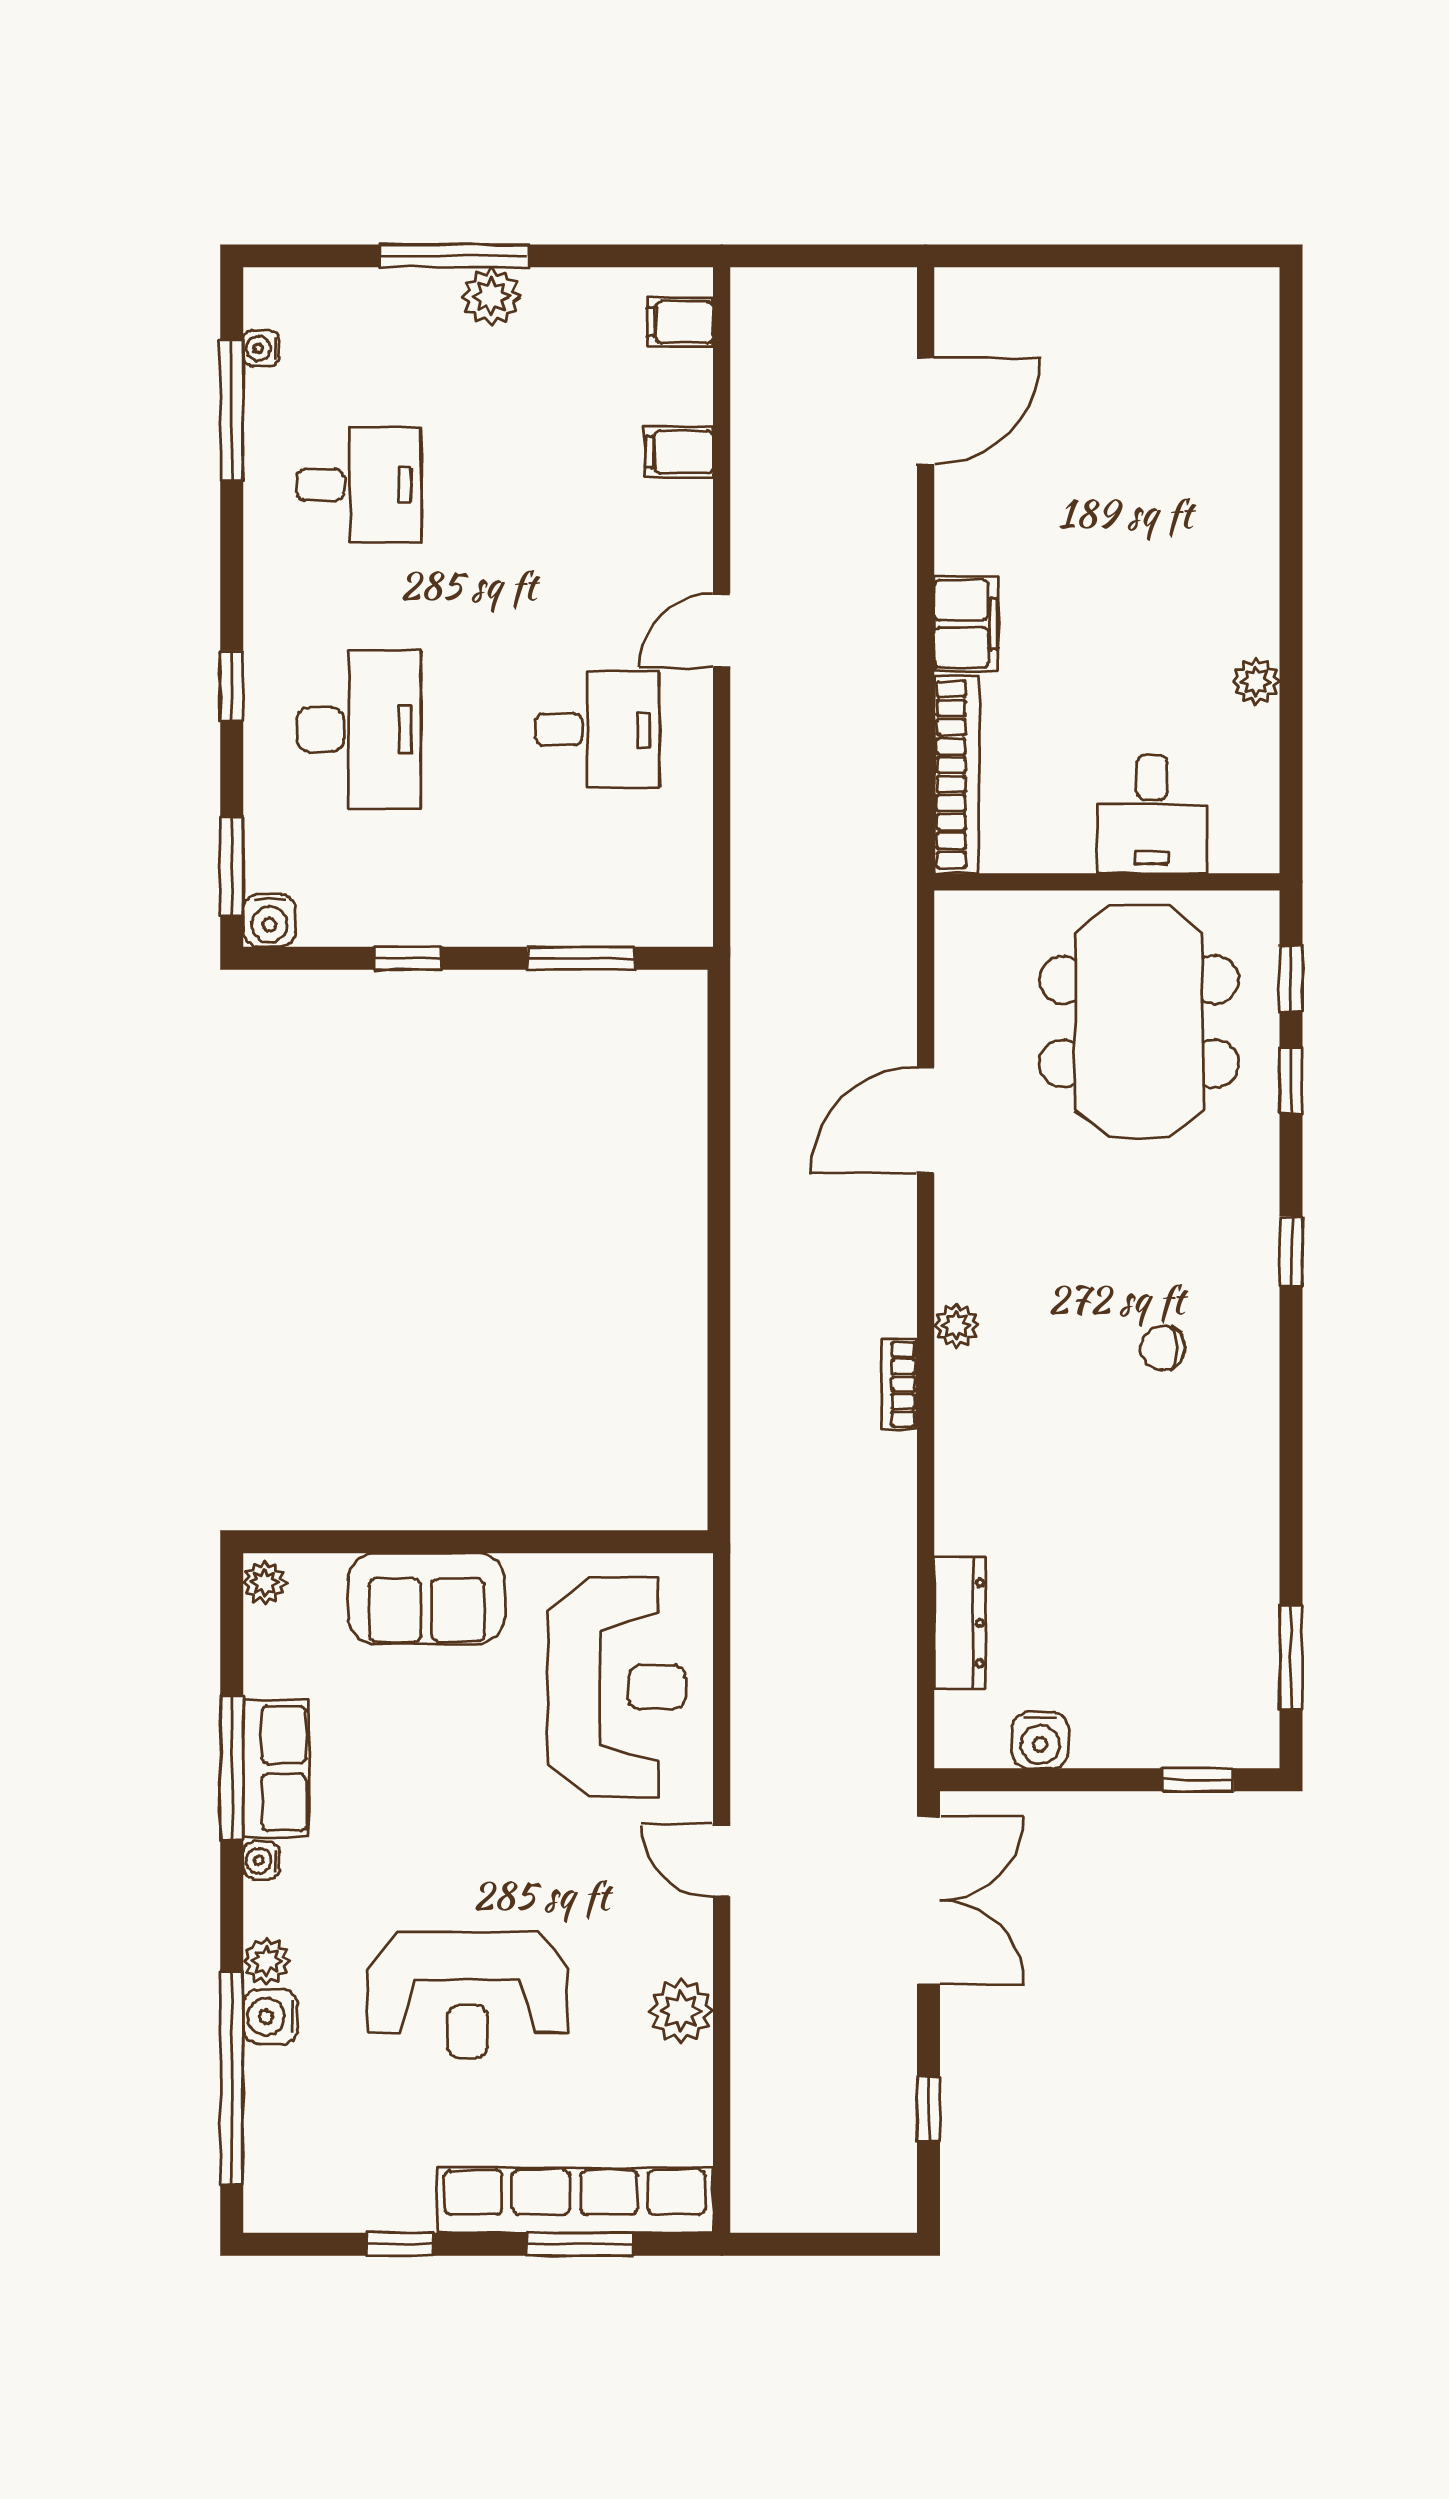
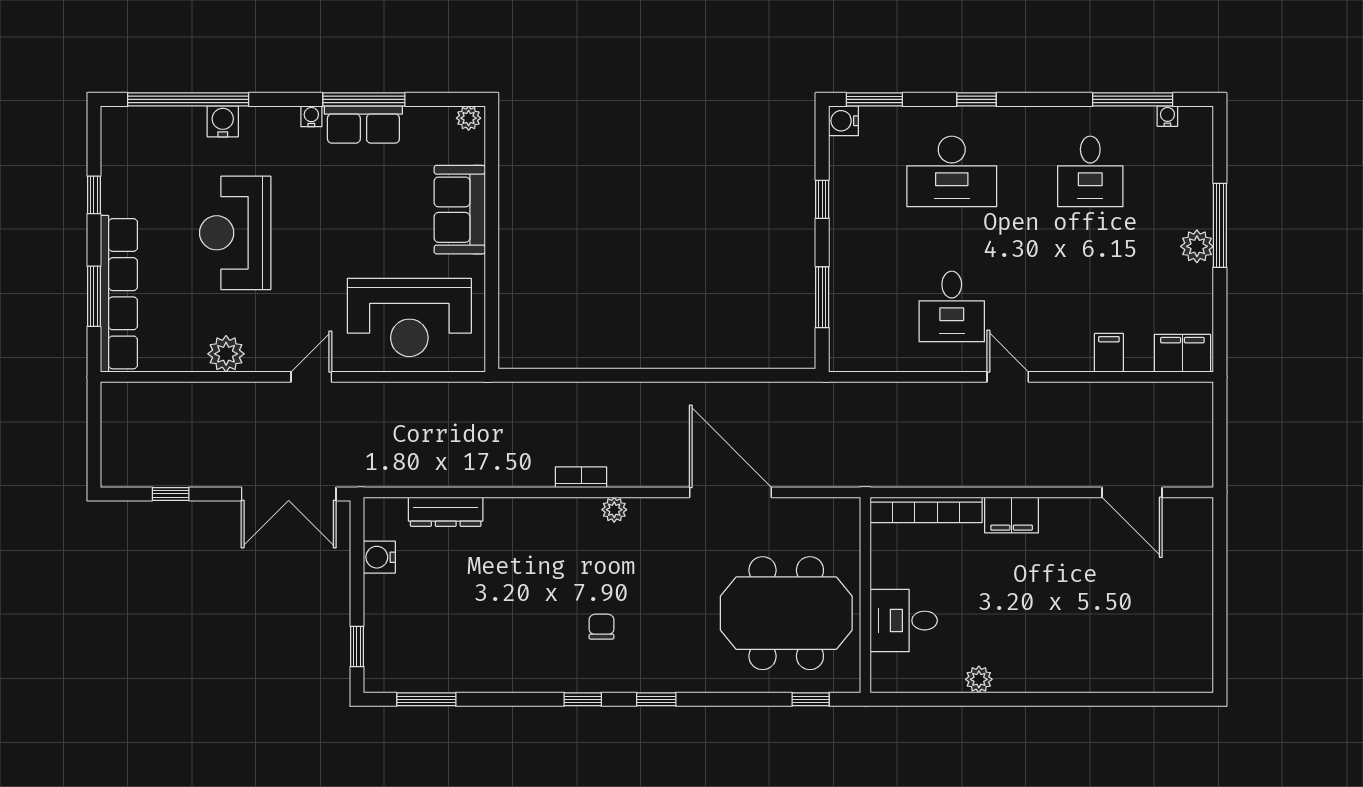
filing cabinet: (680, 322) -> (1182, 353), width x2.00
window: (1291, 1080) -> (583, 699), moved
door: (926, 1120) -> (730, 492), width x1.36
plant: (266, 1961) -> (254, 119), removed

